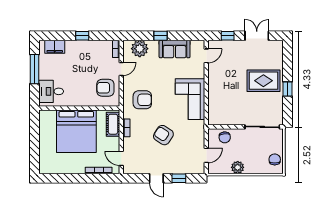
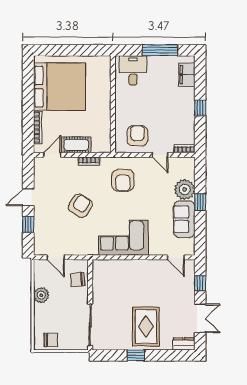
plant: (140, 49) -> (185, 189), moved
dresser: (278, 49) -> (184, 344), added
cot: (113, 124) -> (76, 145), moved
bed: (76, 131) -> (59, 87), moved, turned 180

